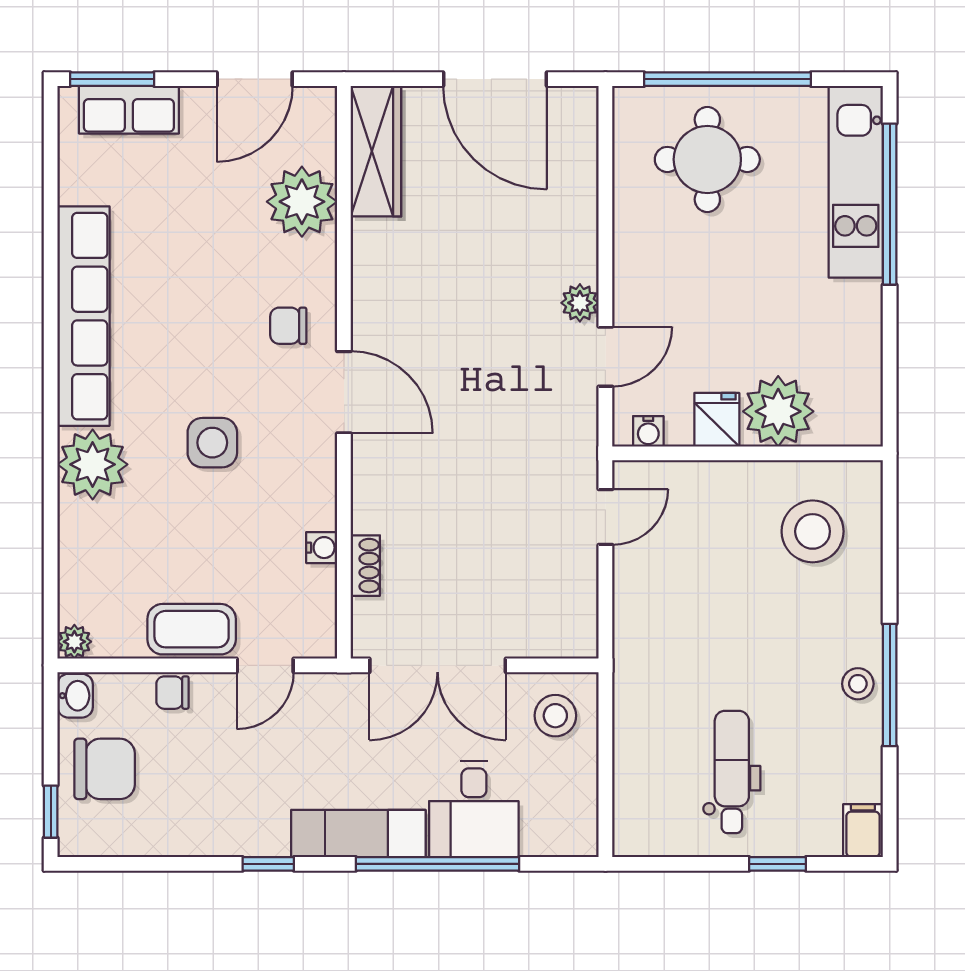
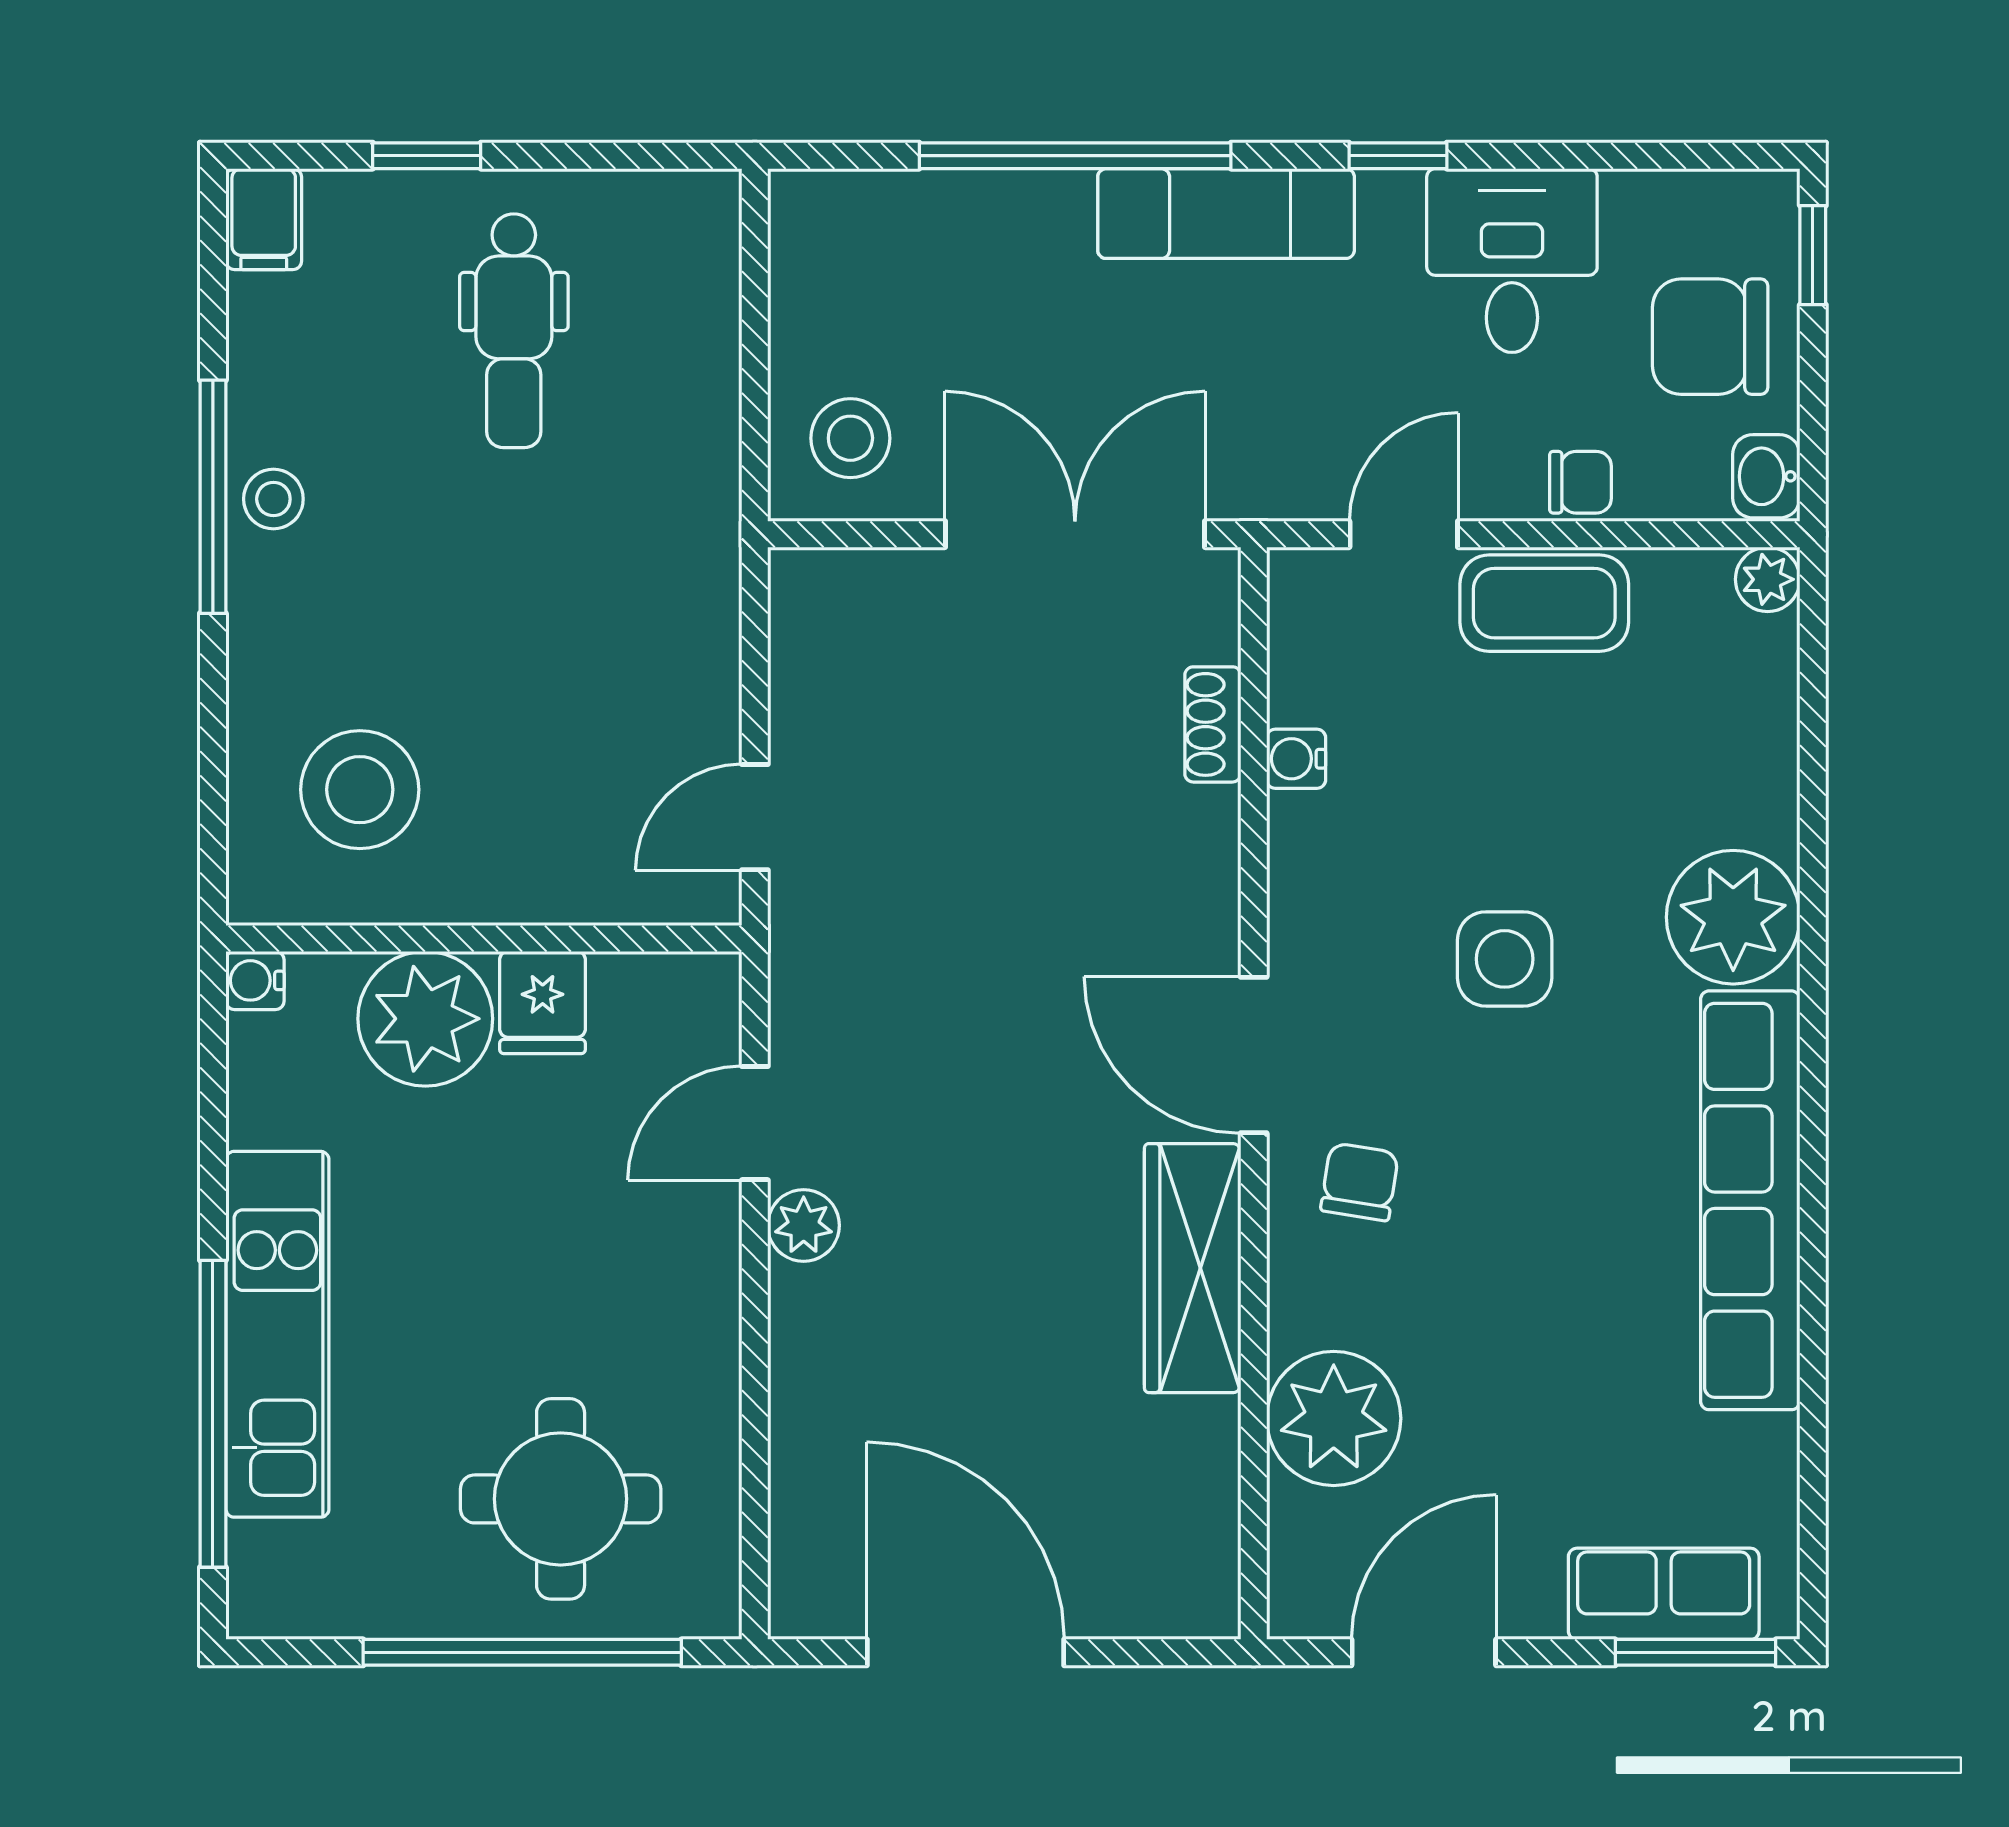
wardrobe: (376, 151) -> (1193, 1268), moved
kitchen unit: (856, 182) -> (277, 1334), moved
chair: (288, 326) -> (1360, 1182), turned -81
water cooler: (648, 431) -> (255, 980), moved, turned -90
desk: (474, 809) -> (1512, 261), moved

